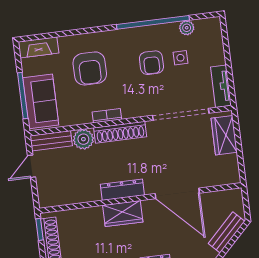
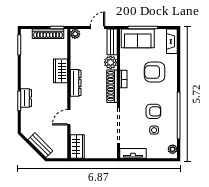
plant: (187, 28) -> (173, 149), moved
armchair: (151, 63) -> (153, 111), turned 180
wardrobe: (224, 135) -> (77, 146), moved, turned 90
door: (32, 166) -> (98, 28), hinge flipped
door: (177, 193) -> (69, 117), width x0.53
plant: (46, 200) -> (75, 34), added
wardrobe: (123, 214) -> (60, 71), moved

